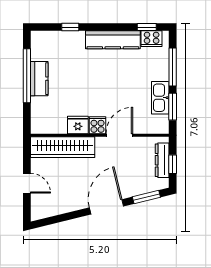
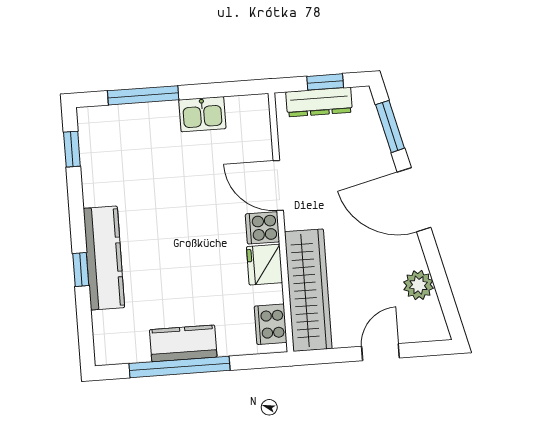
window: (70, 27) -> (81, 270), moved
cooker: (152, 39) -> (271, 324), moved, turned 180
kitchen counter: (113, 40) -> (104, 258), moved
kitchen sink: (160, 98) -> (202, 114), width x0.73
window: (173, 107) -> (217, 90), removed
plant: (61, 206) -> (418, 285), added

